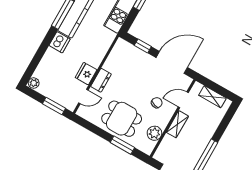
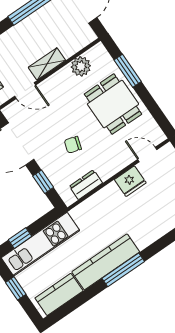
dishwasher: (60, 42) -> (144, 236), removed
dresser: (101, 80) -> (86, 185), moved
chair: (157, 103) -> (73, 145), moved

